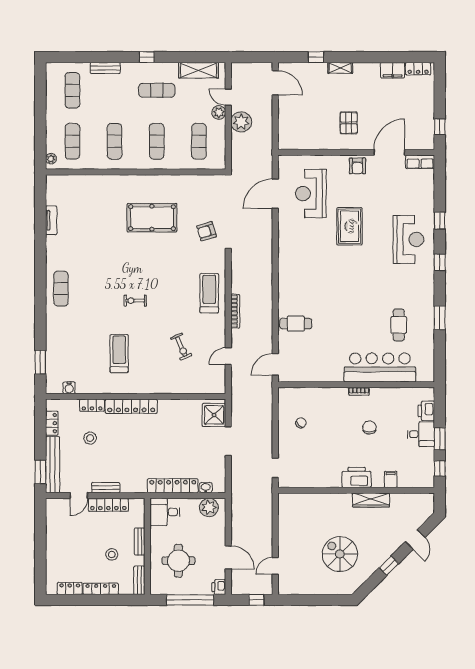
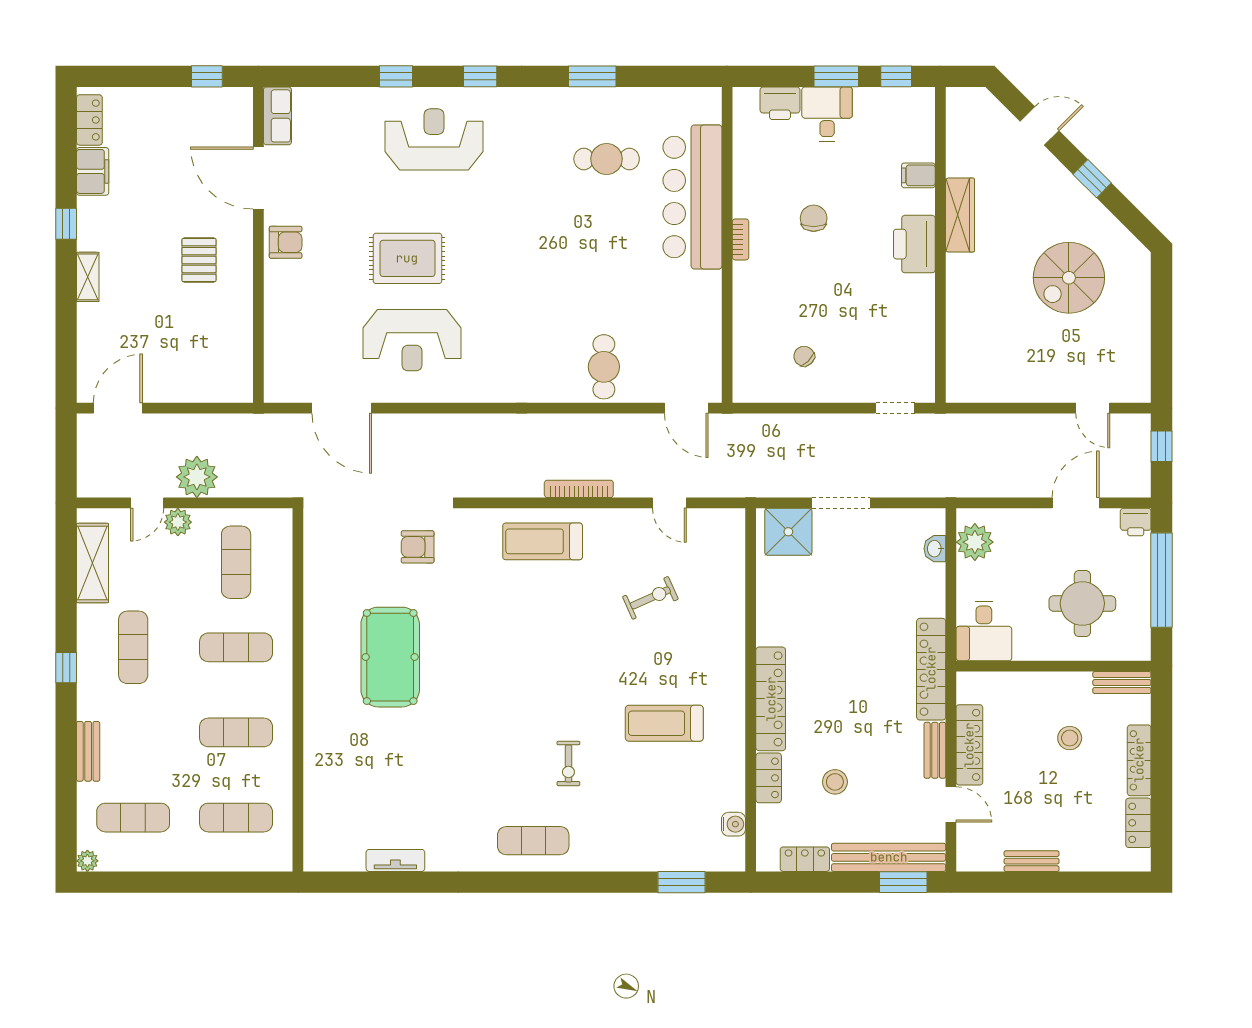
window: (316, 57) -> (66, 224), moved
pallet: (349, 123) -> (199, 260), turned 90
exercise mat: (199, 141) -> (236, 562), turned 90
plant: (51, 159) -> (87, 861), moved
reception desk: (311, 194) -> (412, 340), moved
armchair: (207, 231) -> (418, 547), turned 107
exercise bike: (135, 301) -> (568, 764), moved
chair: (369, 428) -> (814, 218), turned 90
locker: (173, 486) -> (931, 669), moved
bench: (140, 542) -> (1032, 861), moved

